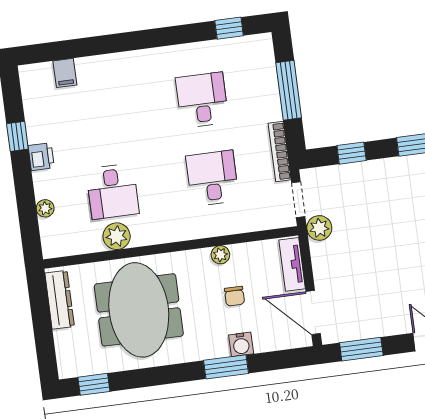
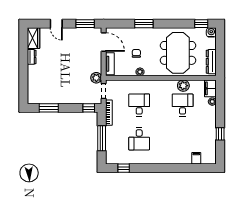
window: (352, 153) -> (89, 108), moved
printer: (41, 157) -> (211, 124), removed
desk: (212, 178) -> (139, 105), turned 180
filing cabinet: (54, 238) -> (210, 88), added
water cooler: (241, 344) -> (211, 32), moved

